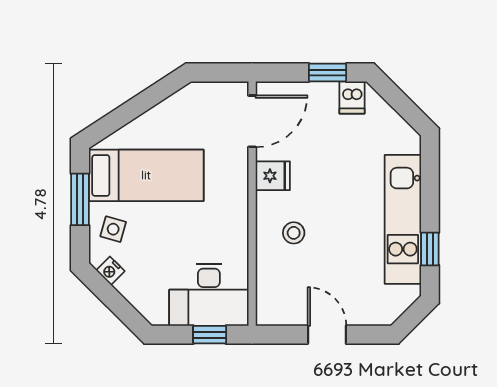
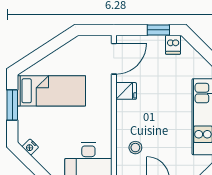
side table: (113, 229) -> (32, 122), removed
stool: (294, 233) -> (135, 148), moved

